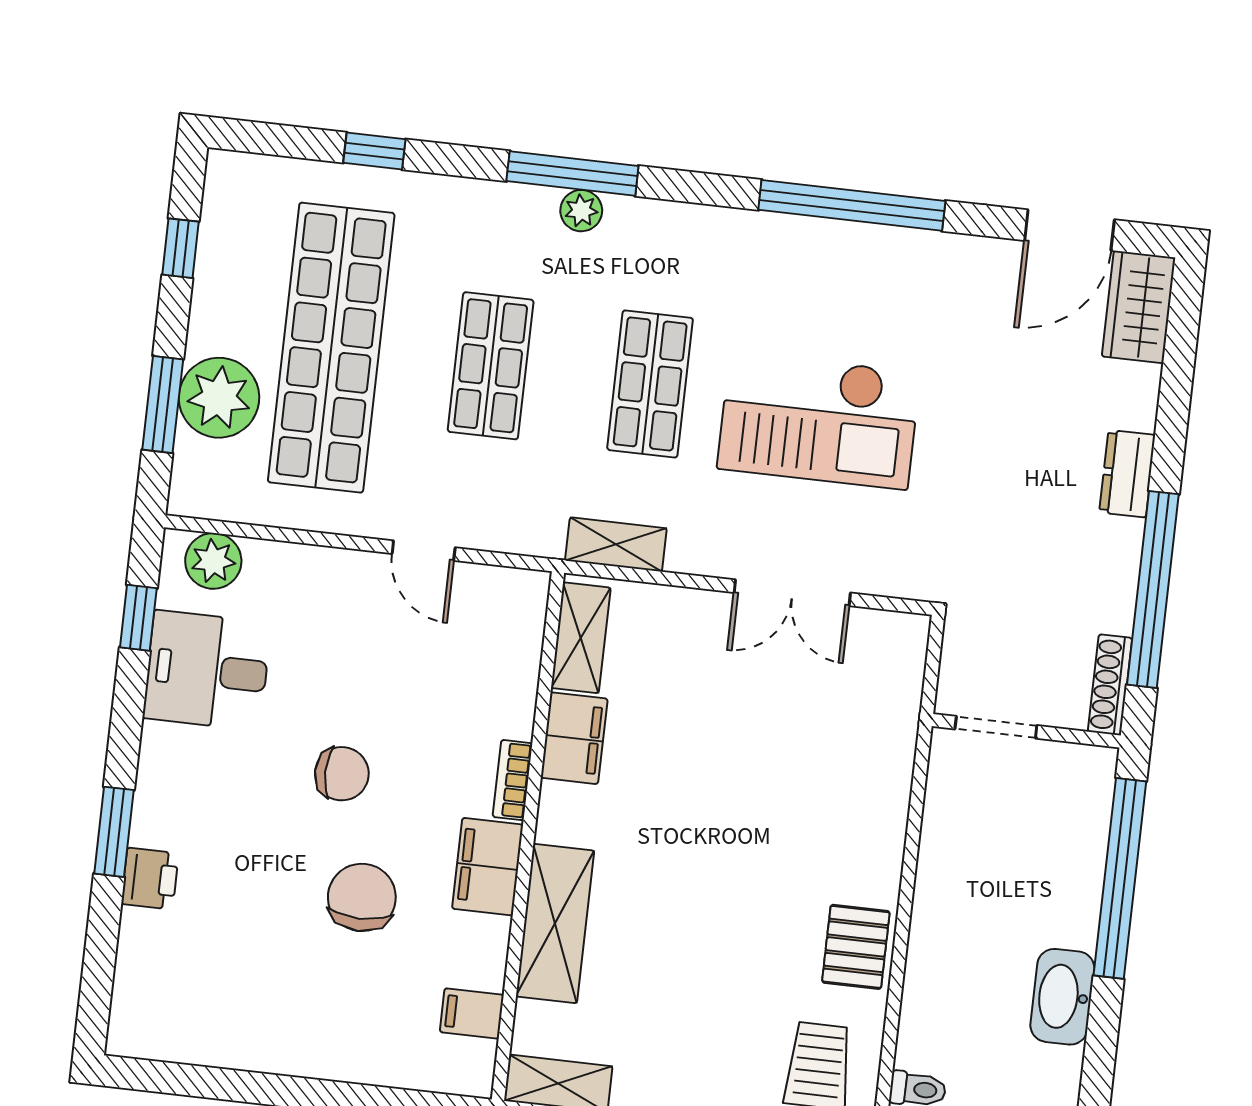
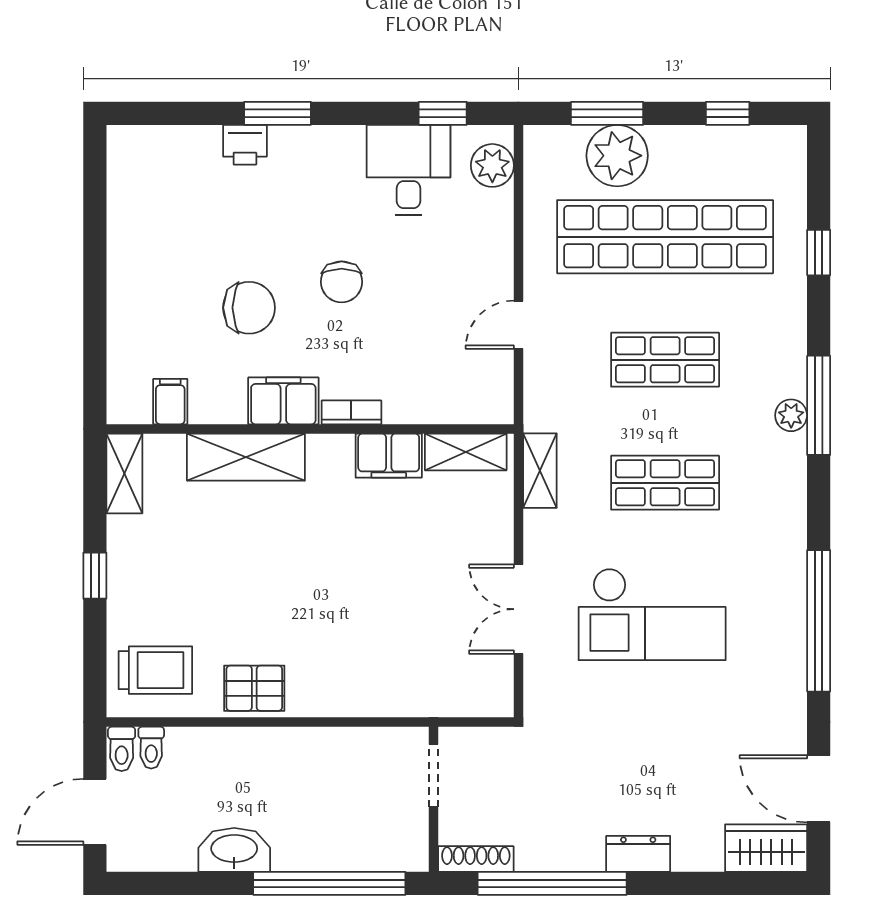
checkout: (819, 420) -> (652, 614), turned -90

